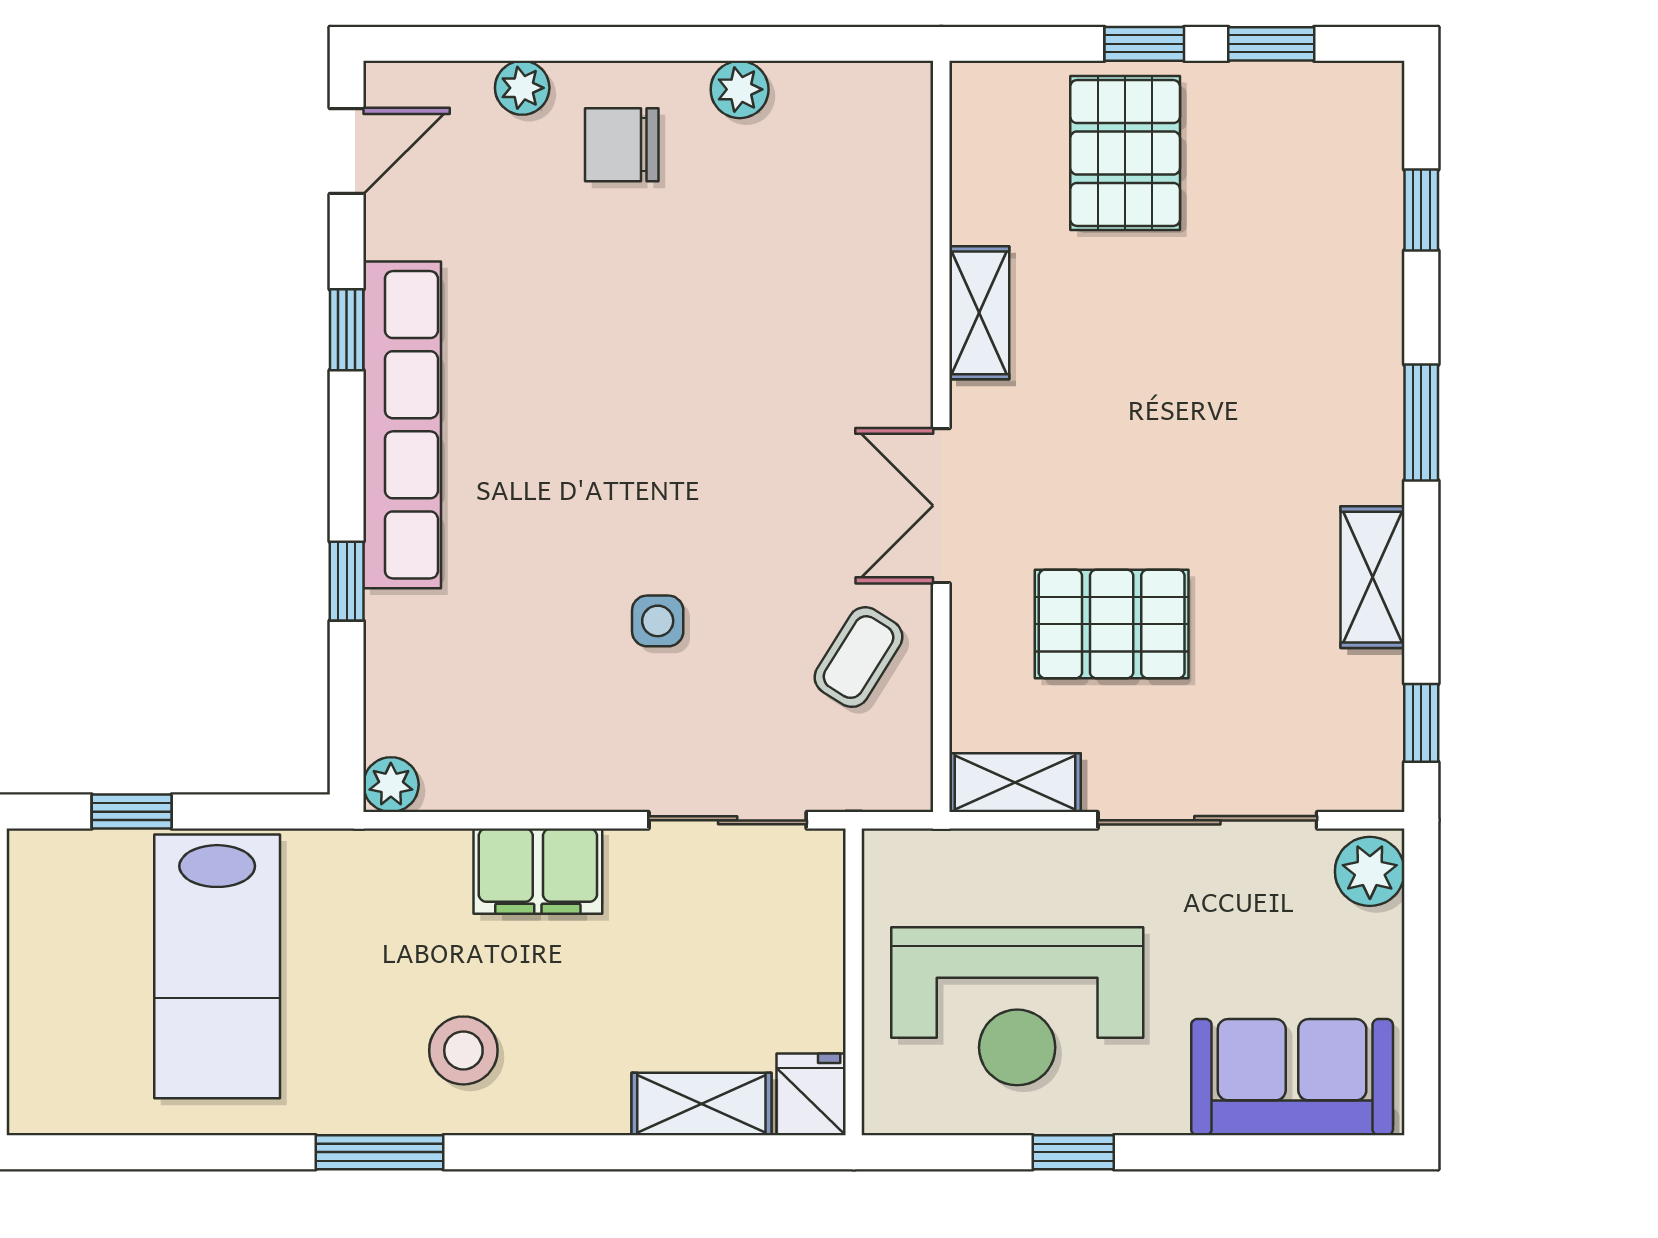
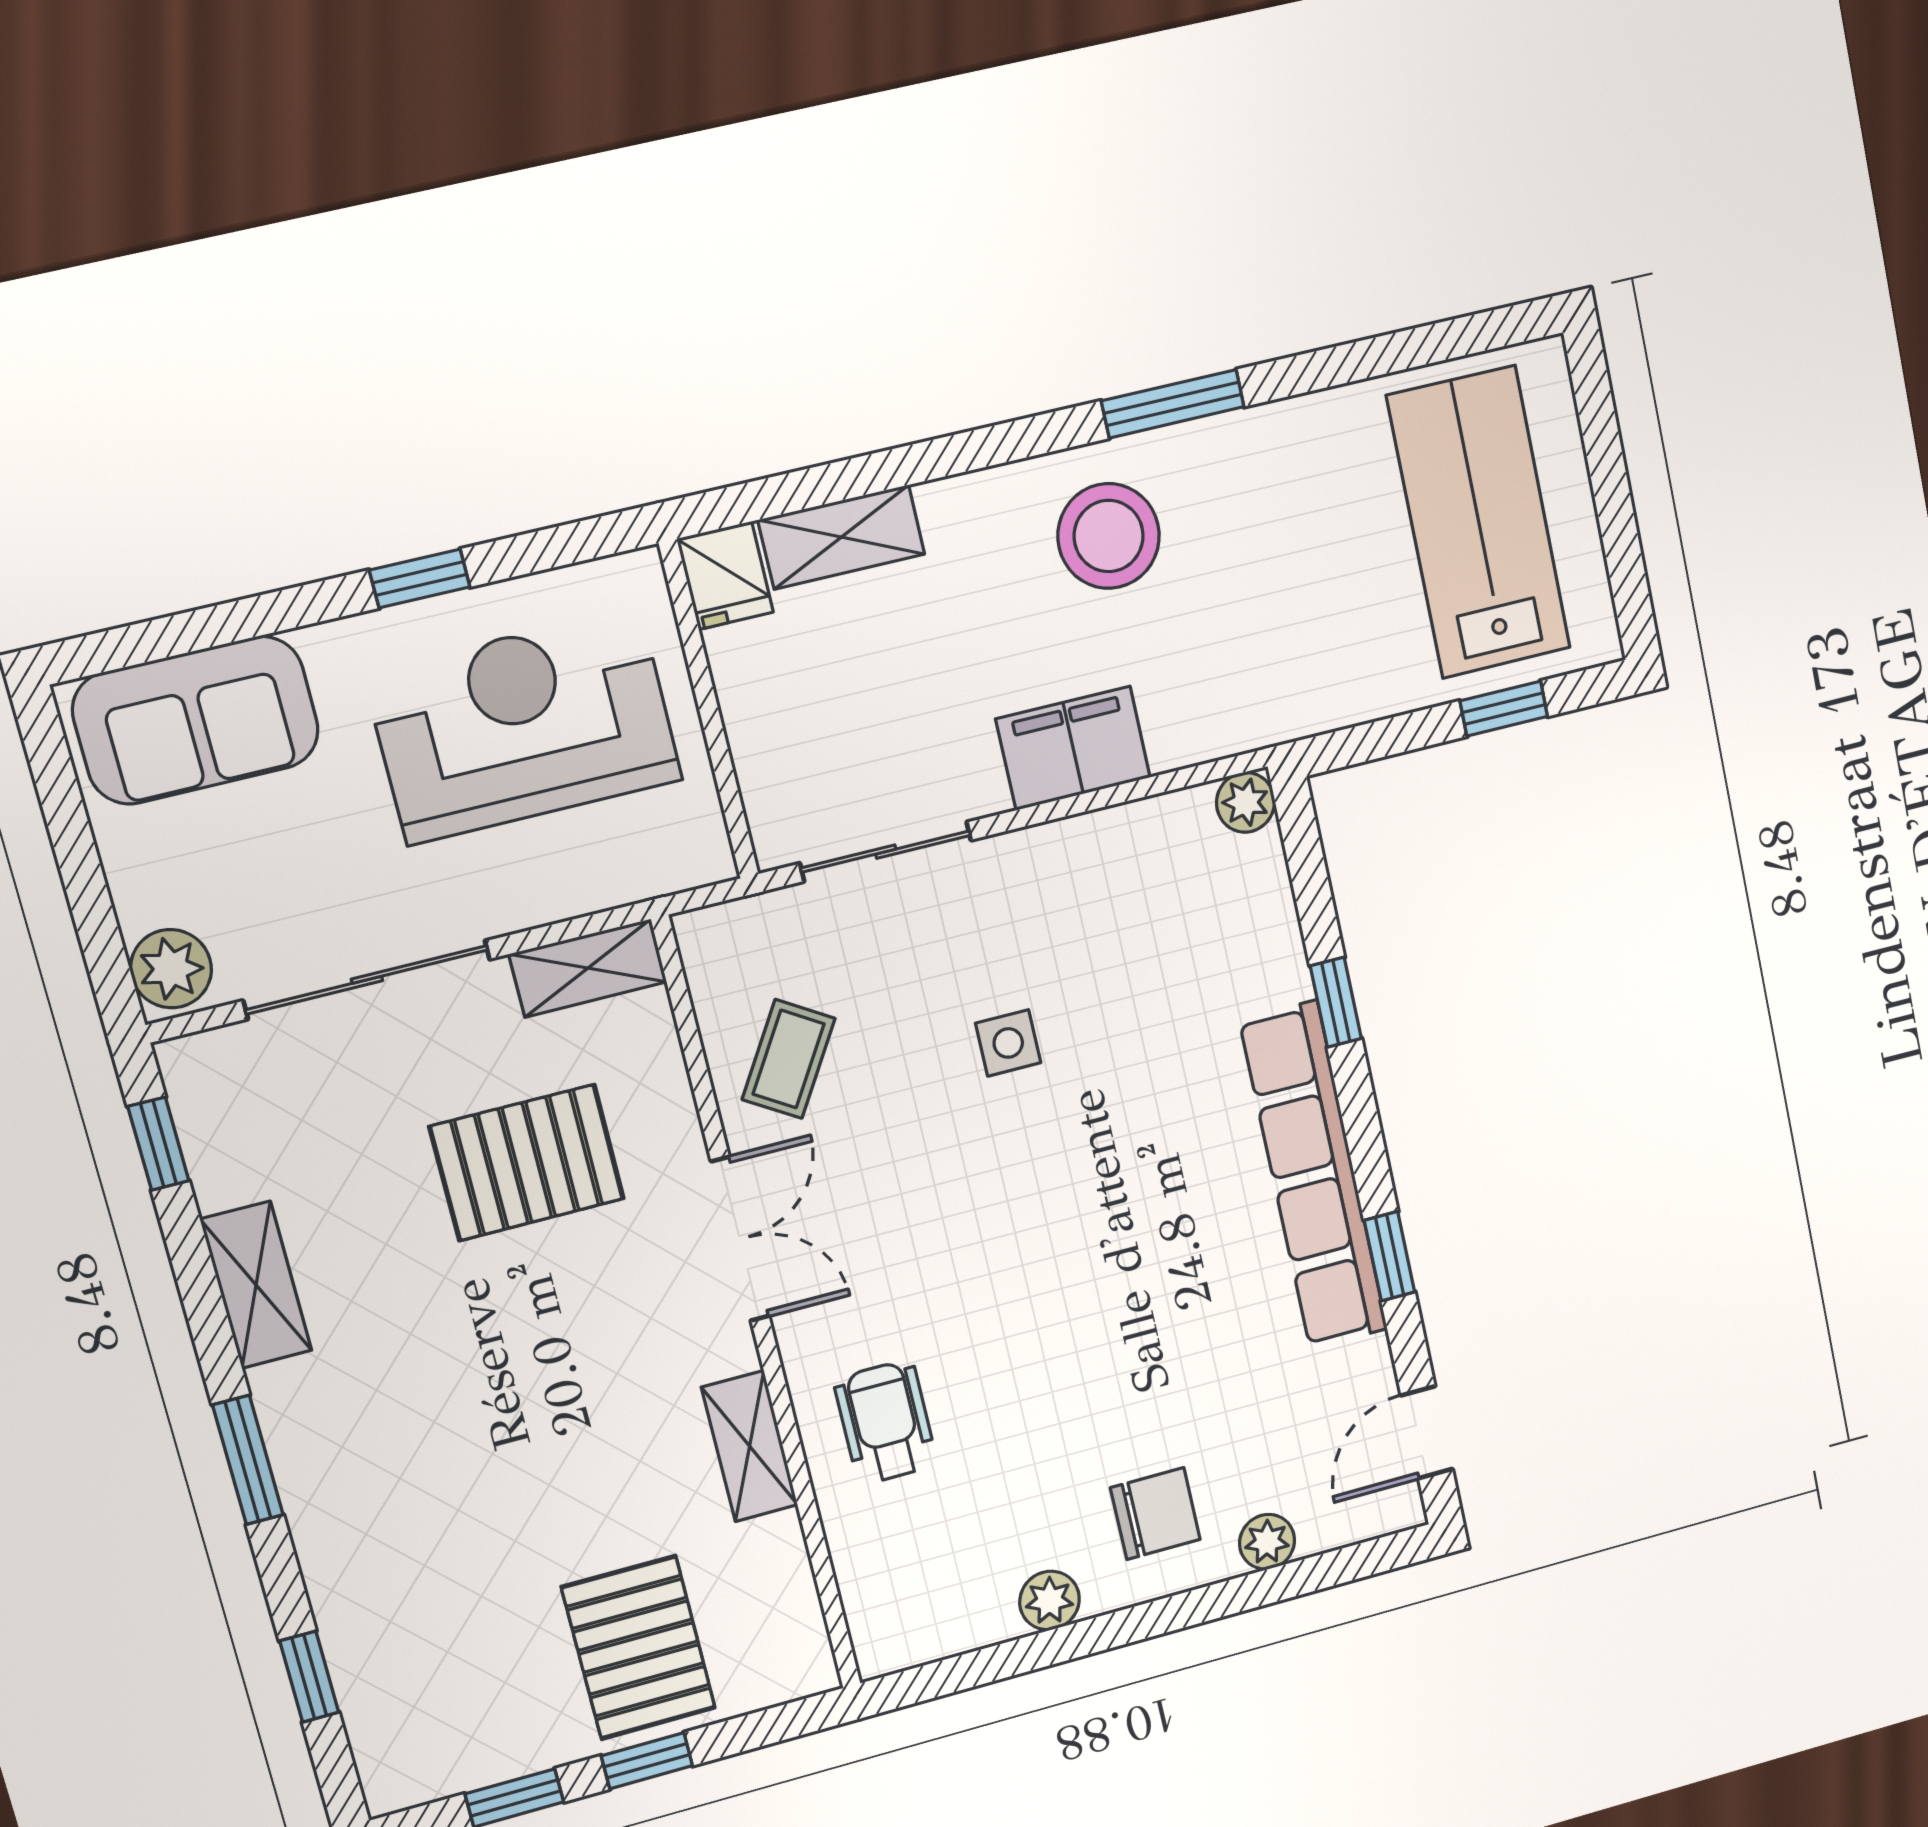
wheelchair: (851, 301) -> (885, 1422), added
lab bench: (217, 966) -> (1479, 523), moved
stool: (463, 1050) -> (1109, 536), width x1.38, depth x1.38

